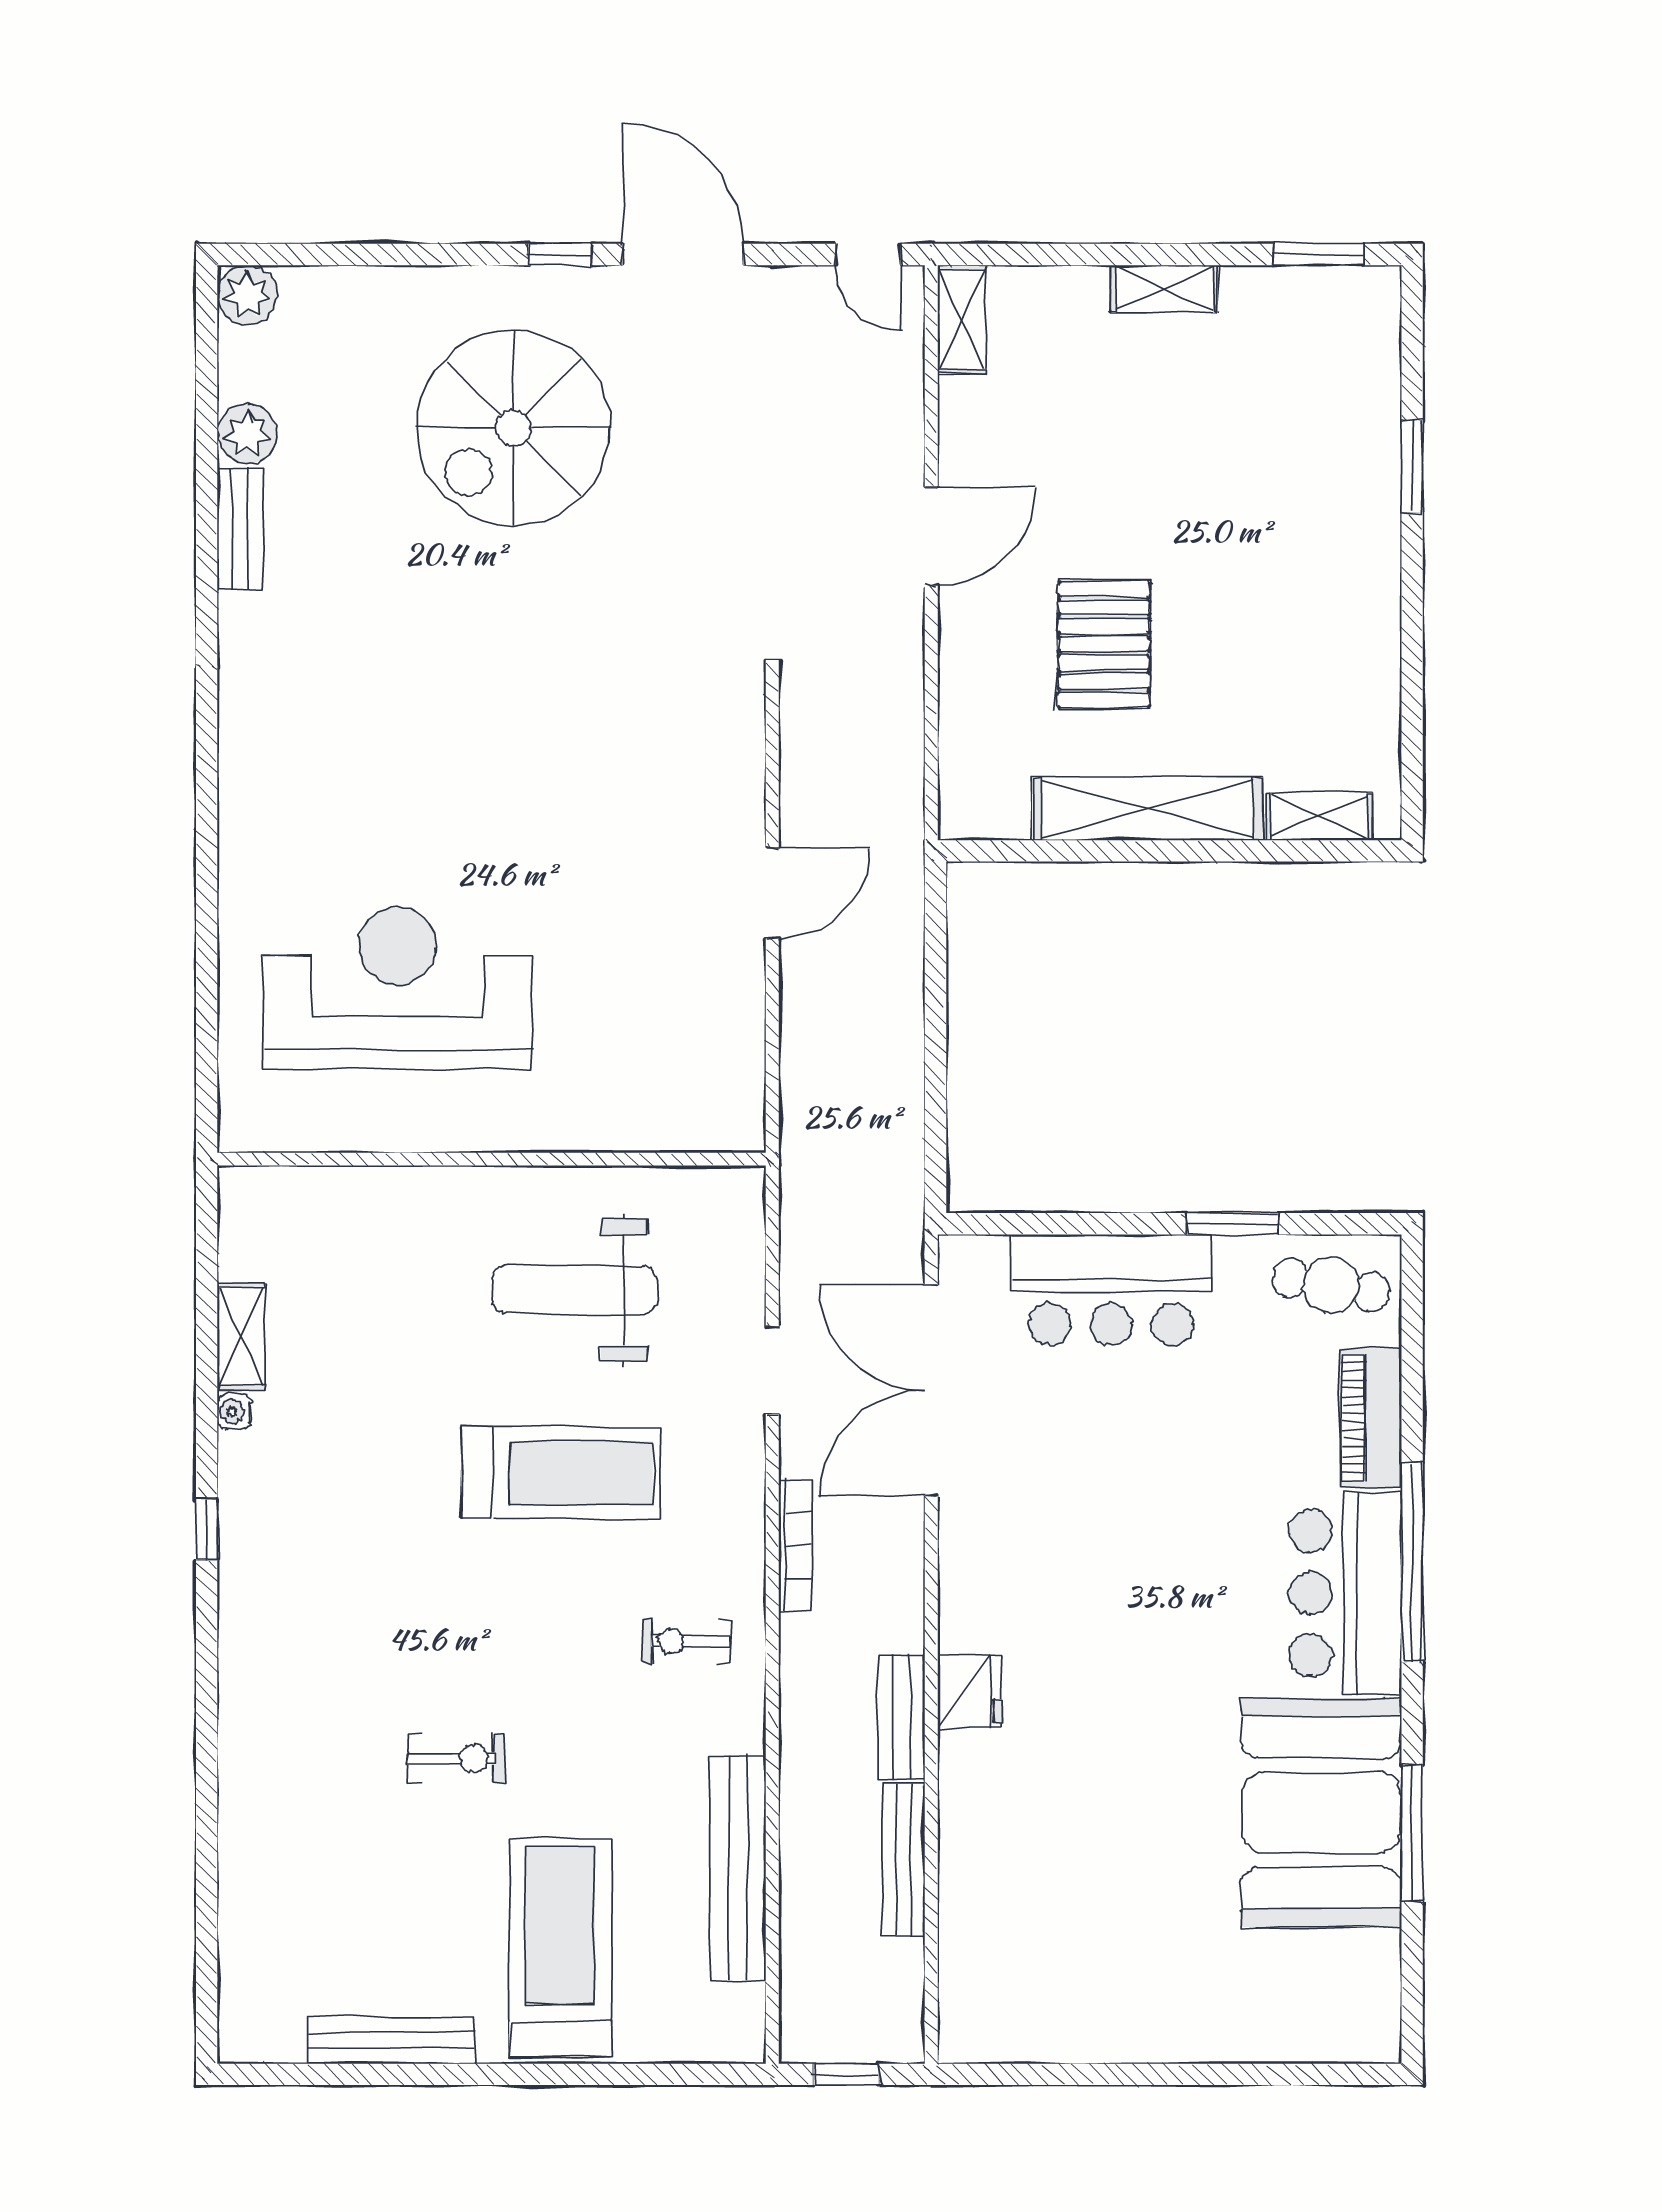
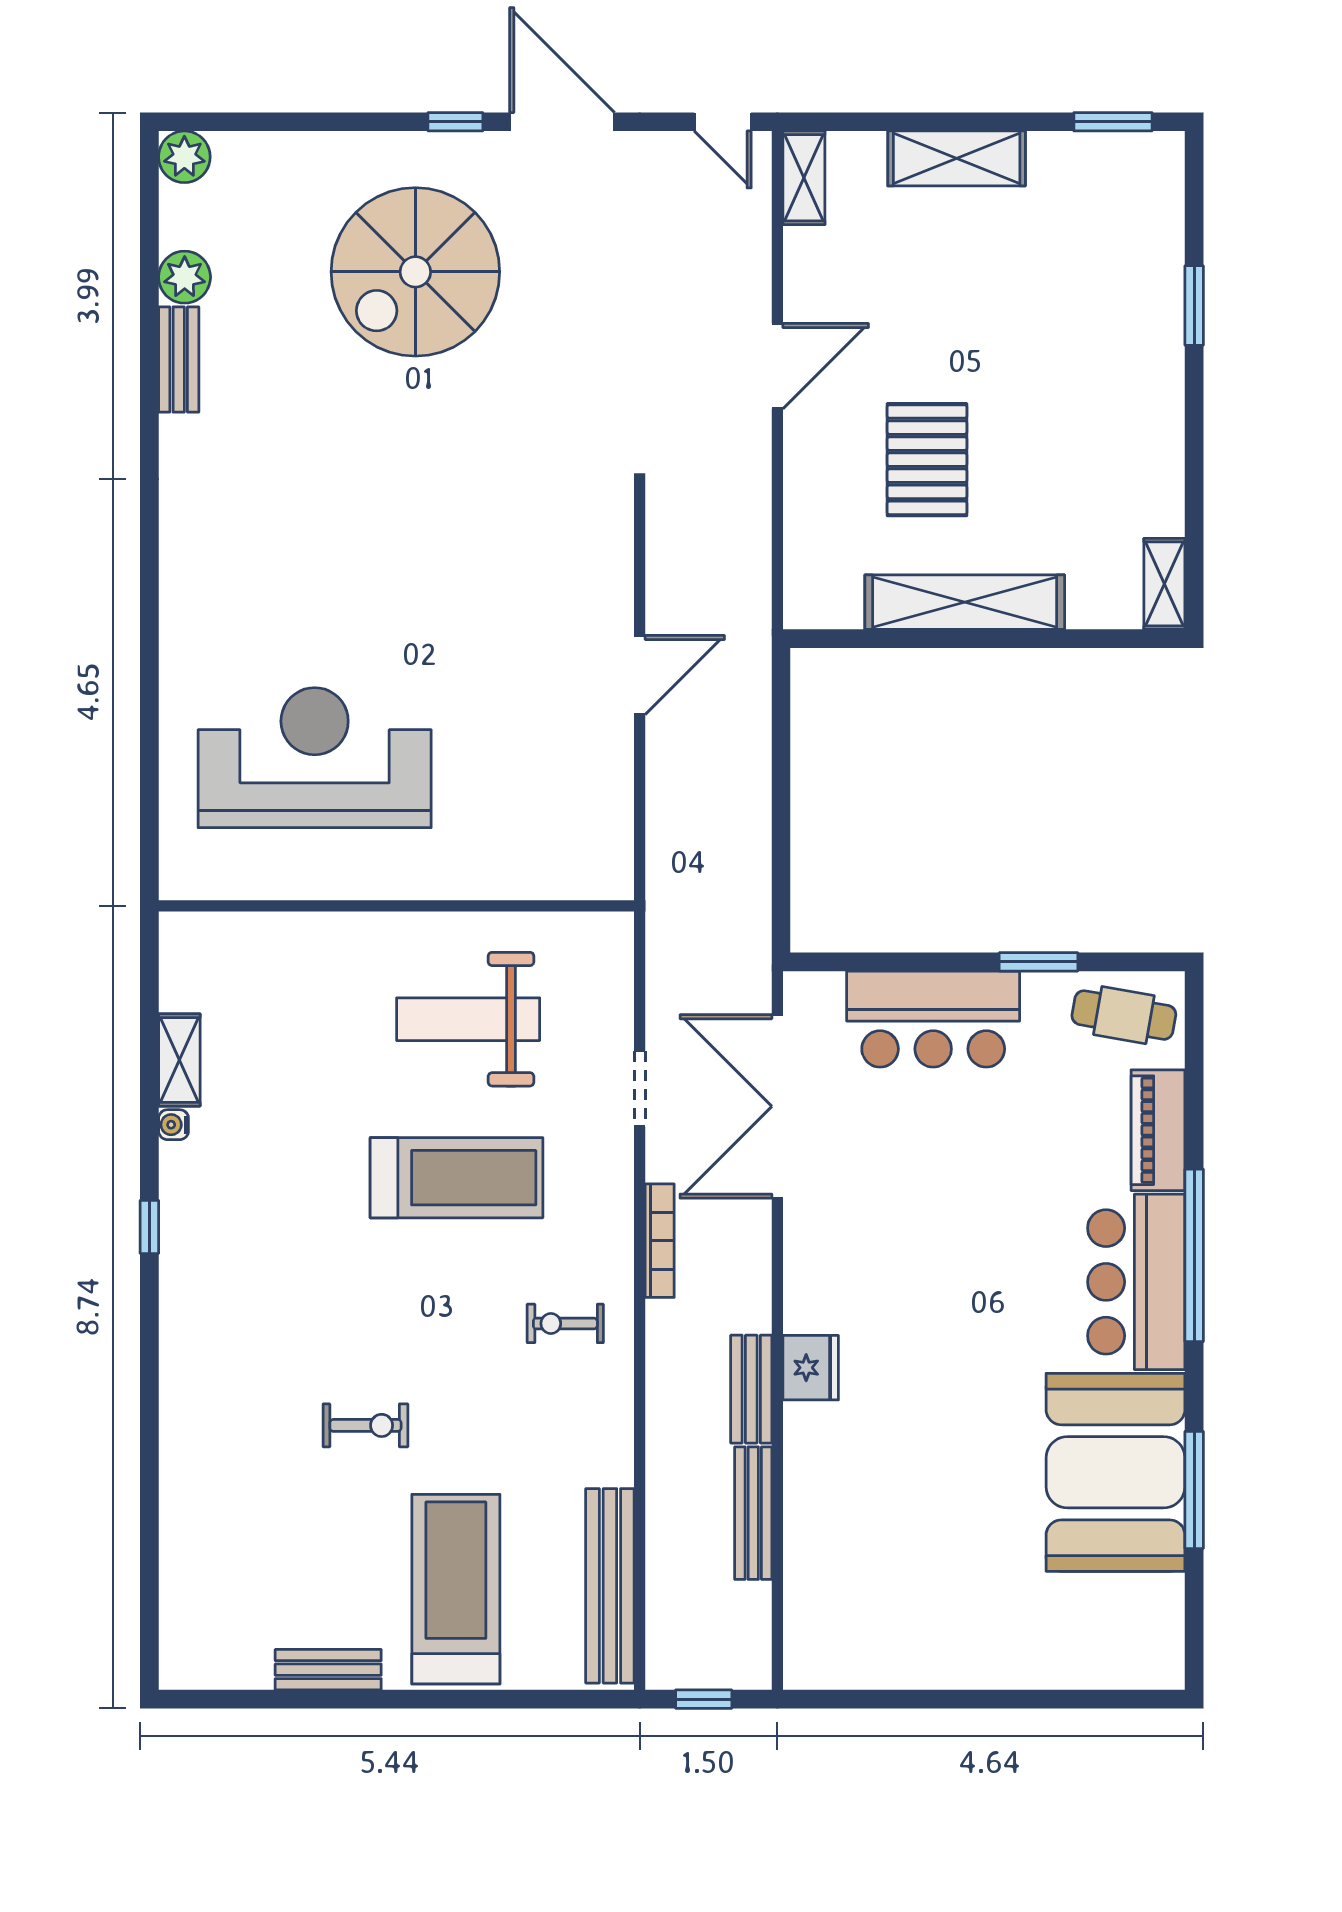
shelving: (1164, 289) -> (957, 158), width x1.50, depth x1.33
shelving: (1319, 817) -> (1164, 584), moved, turned 90
bench: (738, 1868) -> (610, 1586), moved
bench: (391, 2040) -> (328, 1670), width x0.73

